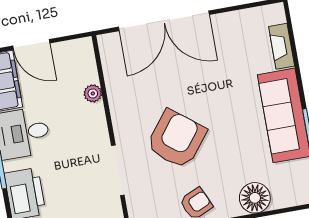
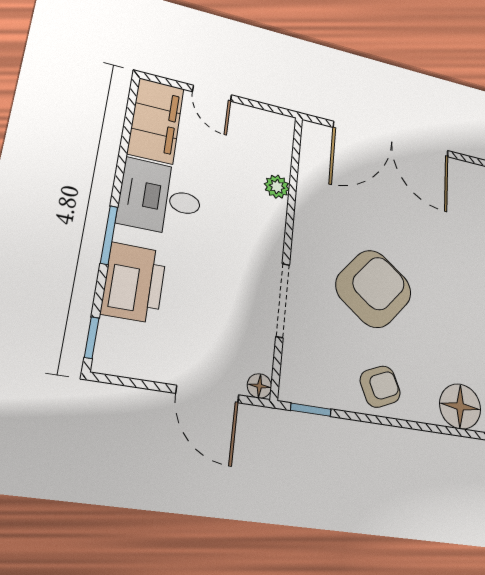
door: (31, 44) -> (212, 93), width x0.73

